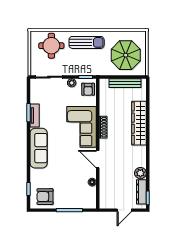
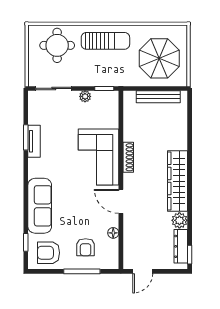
armchair: (88, 89) -> (86, 247), moved
wardrobe: (139, 123) -> (178, 181), moved
sofa: (39, 148) -> (40, 206), moved
door: (124, 210) -> (143, 271), moved

